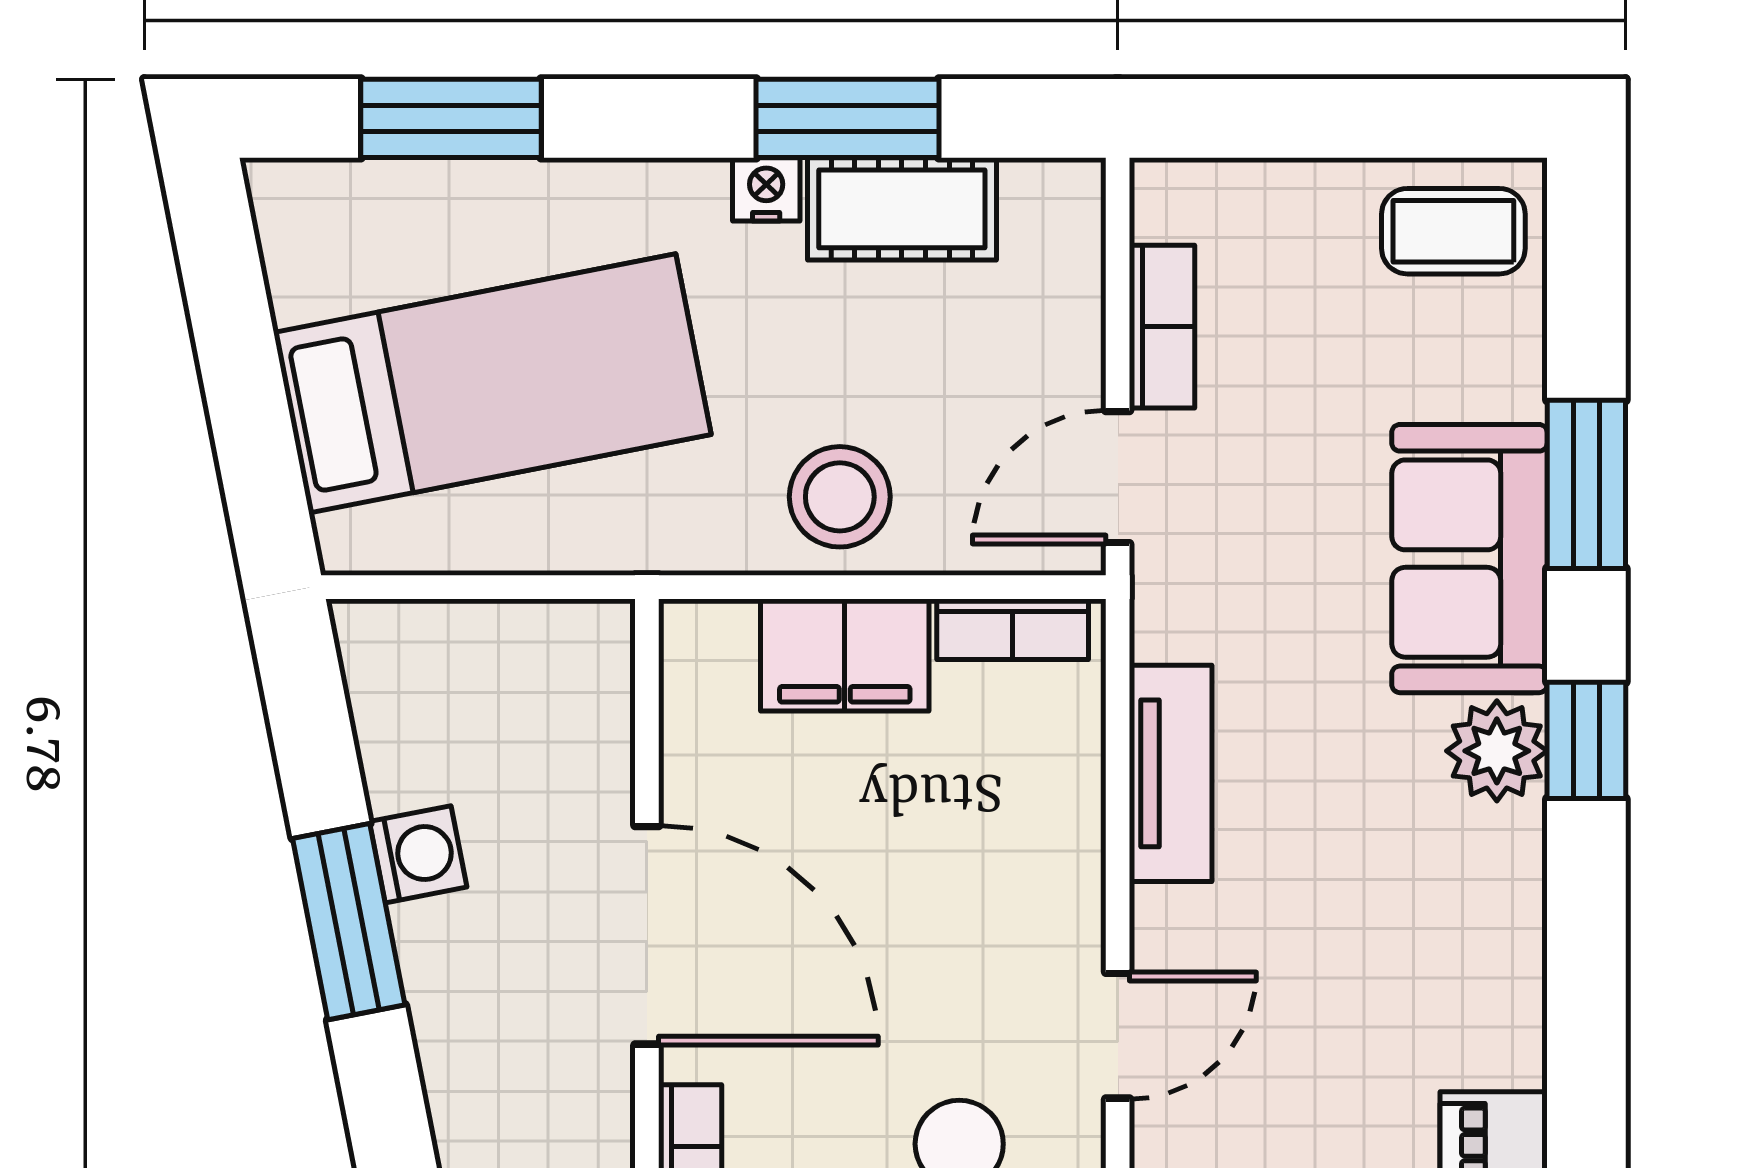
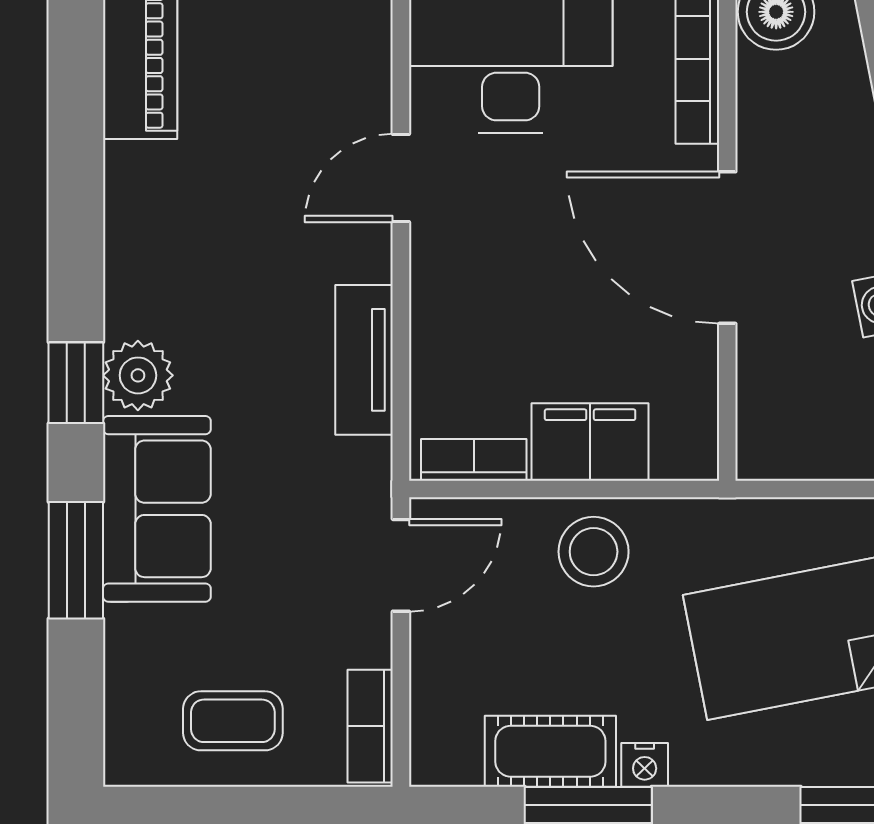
coffee table: (1453, 231) -> (233, 721), moved
bookcase: (1162, 327) -> (370, 726), moved

